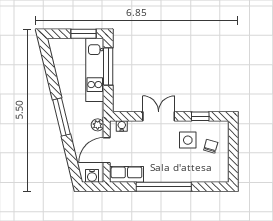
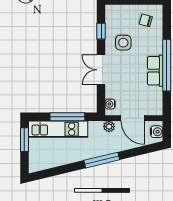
window: (108, 66) -> (67, 117), moved
chair: (211, 146) -> (146, 20), moved
row of seats: (126, 174) -> (155, 71), moved

